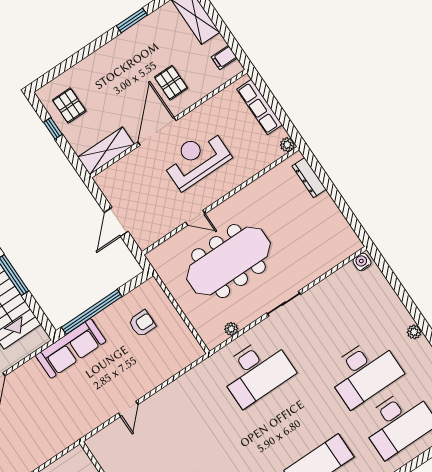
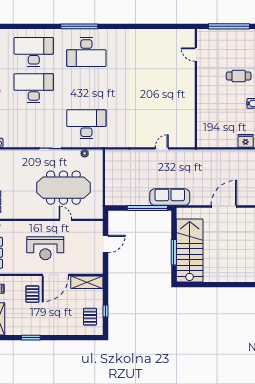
armchair: (142, 323) -> (127, 186), removed

